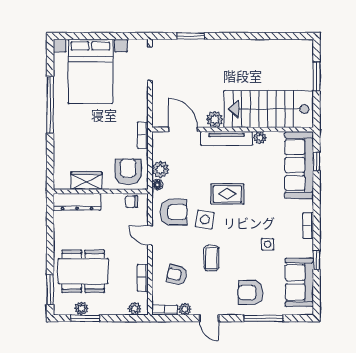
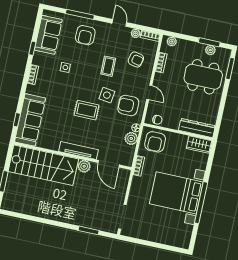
bed with nightstands: (90, 71) -> (176, 193), moved, turned -90
plant: (260, 138) -> (54, 146), removed
wardrobe: (86, 181) -> (199, 145), moved
armchair: (250, 292) -> (85, 35), turned 90

